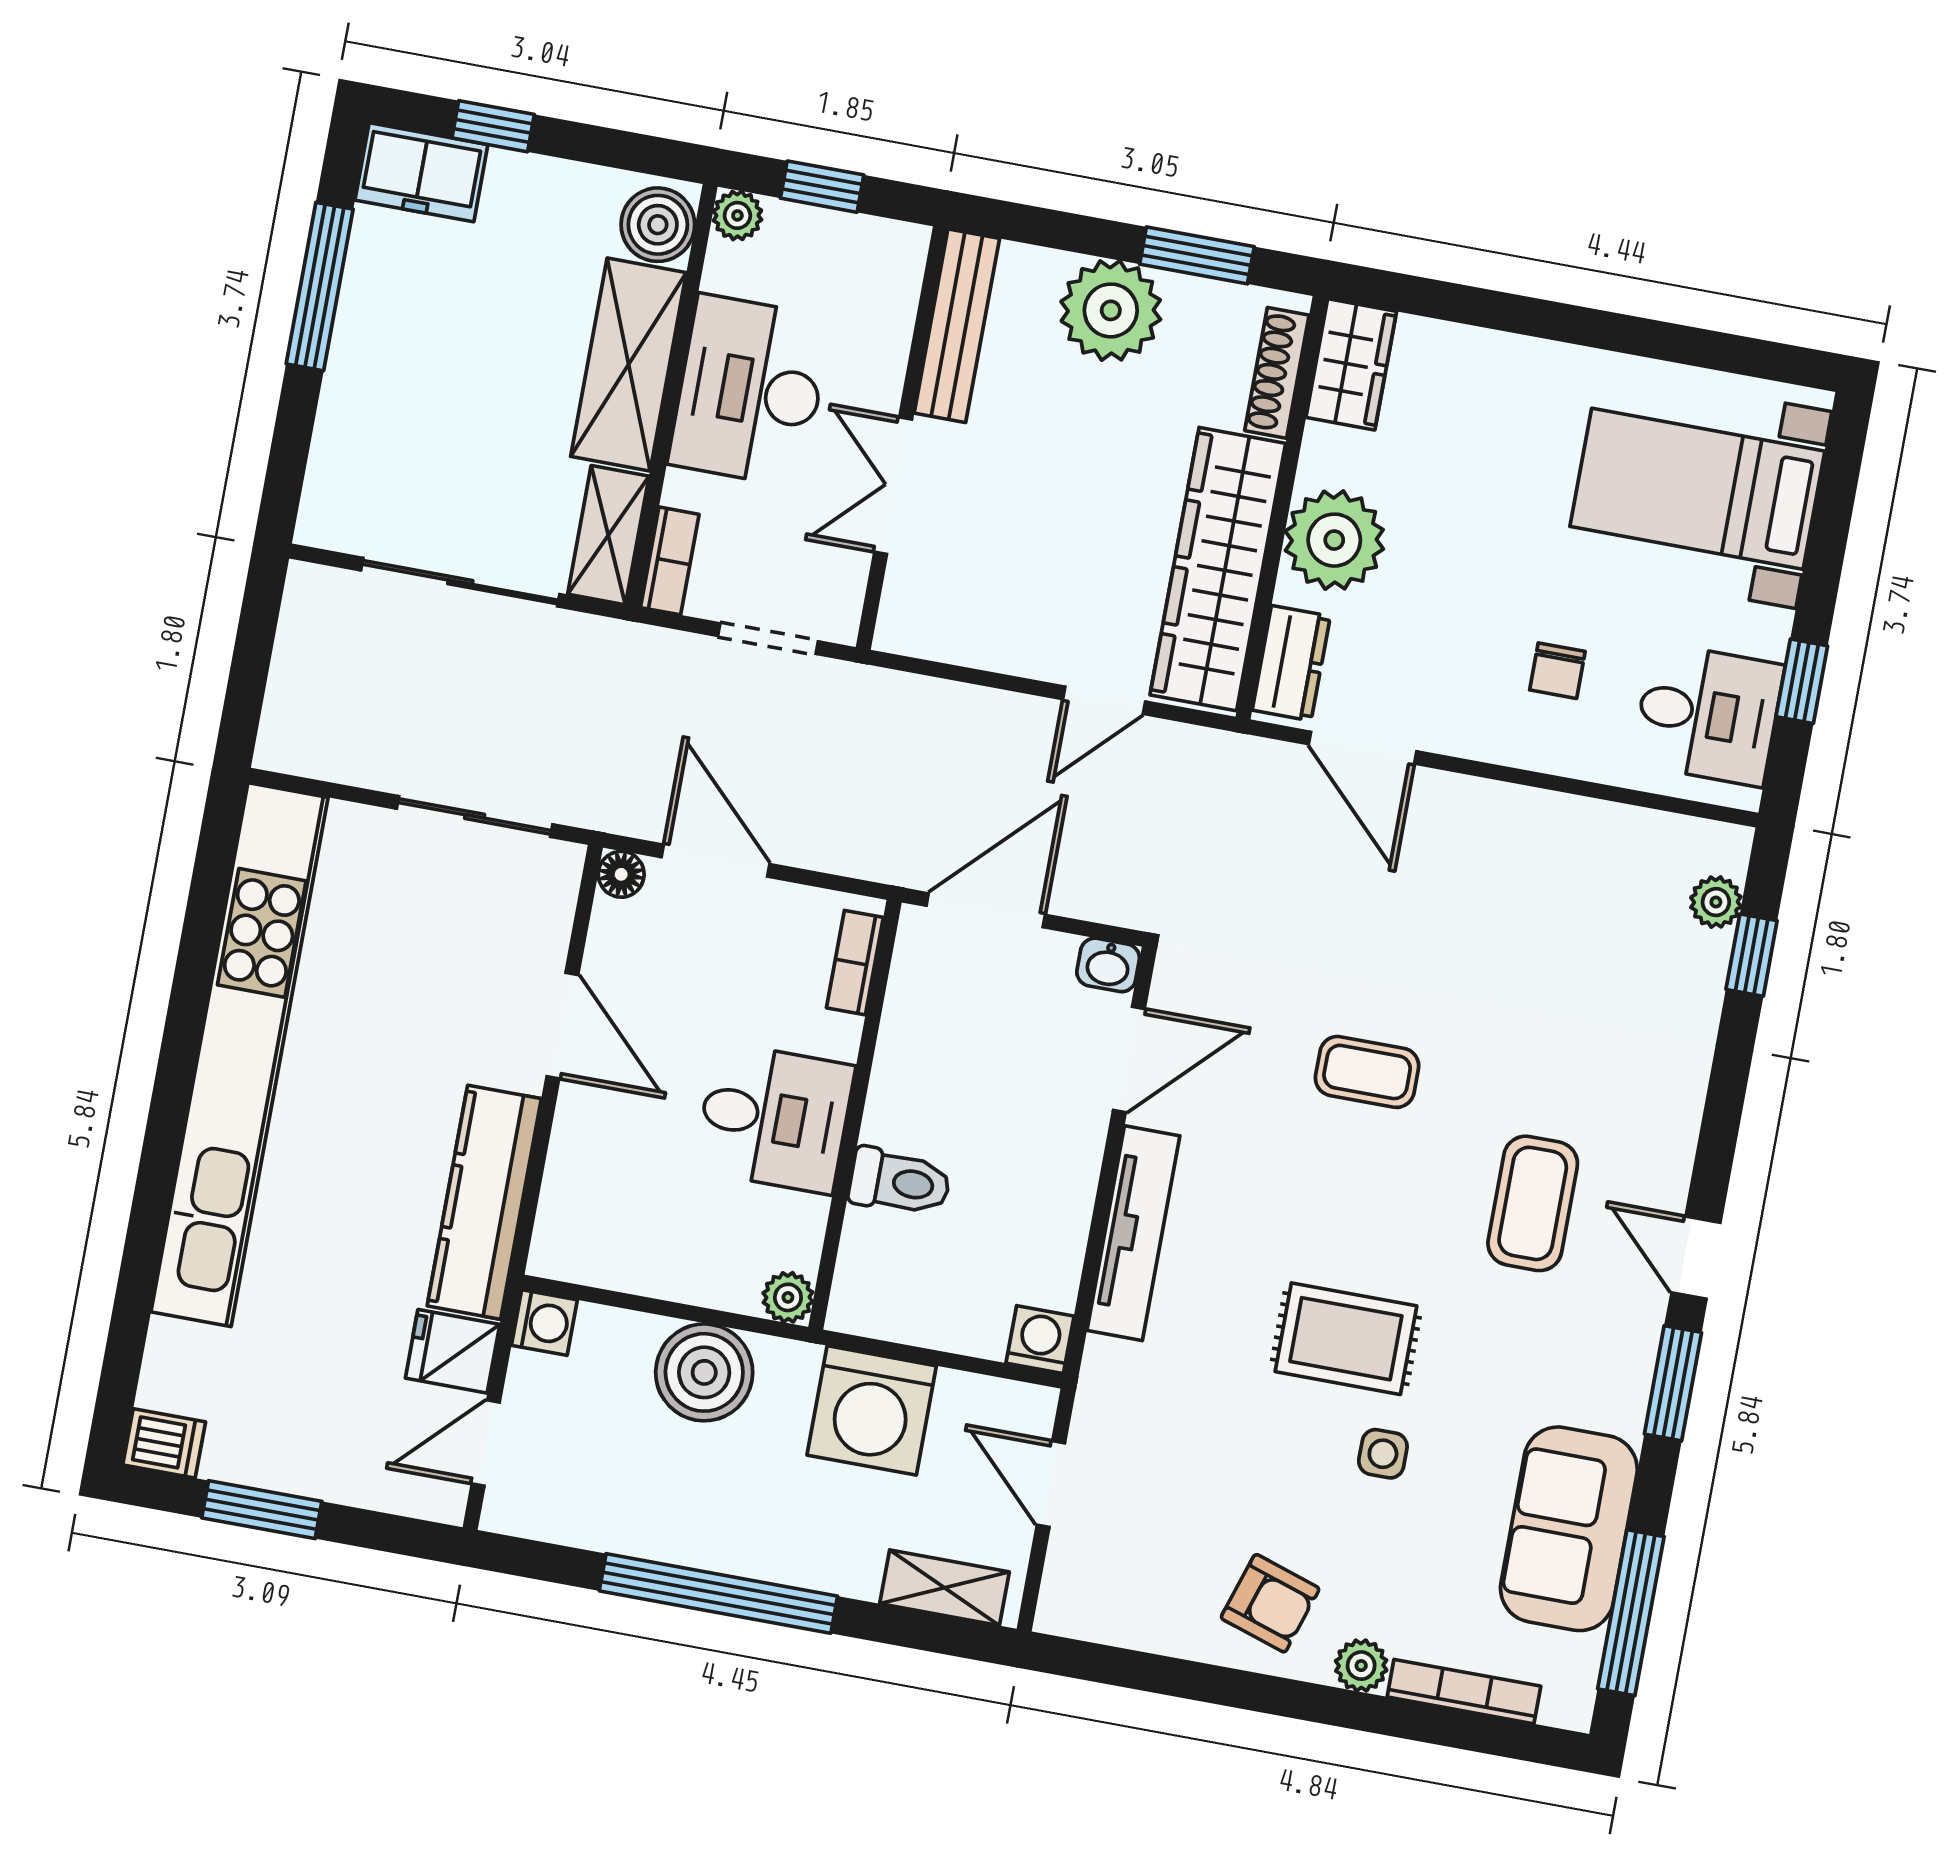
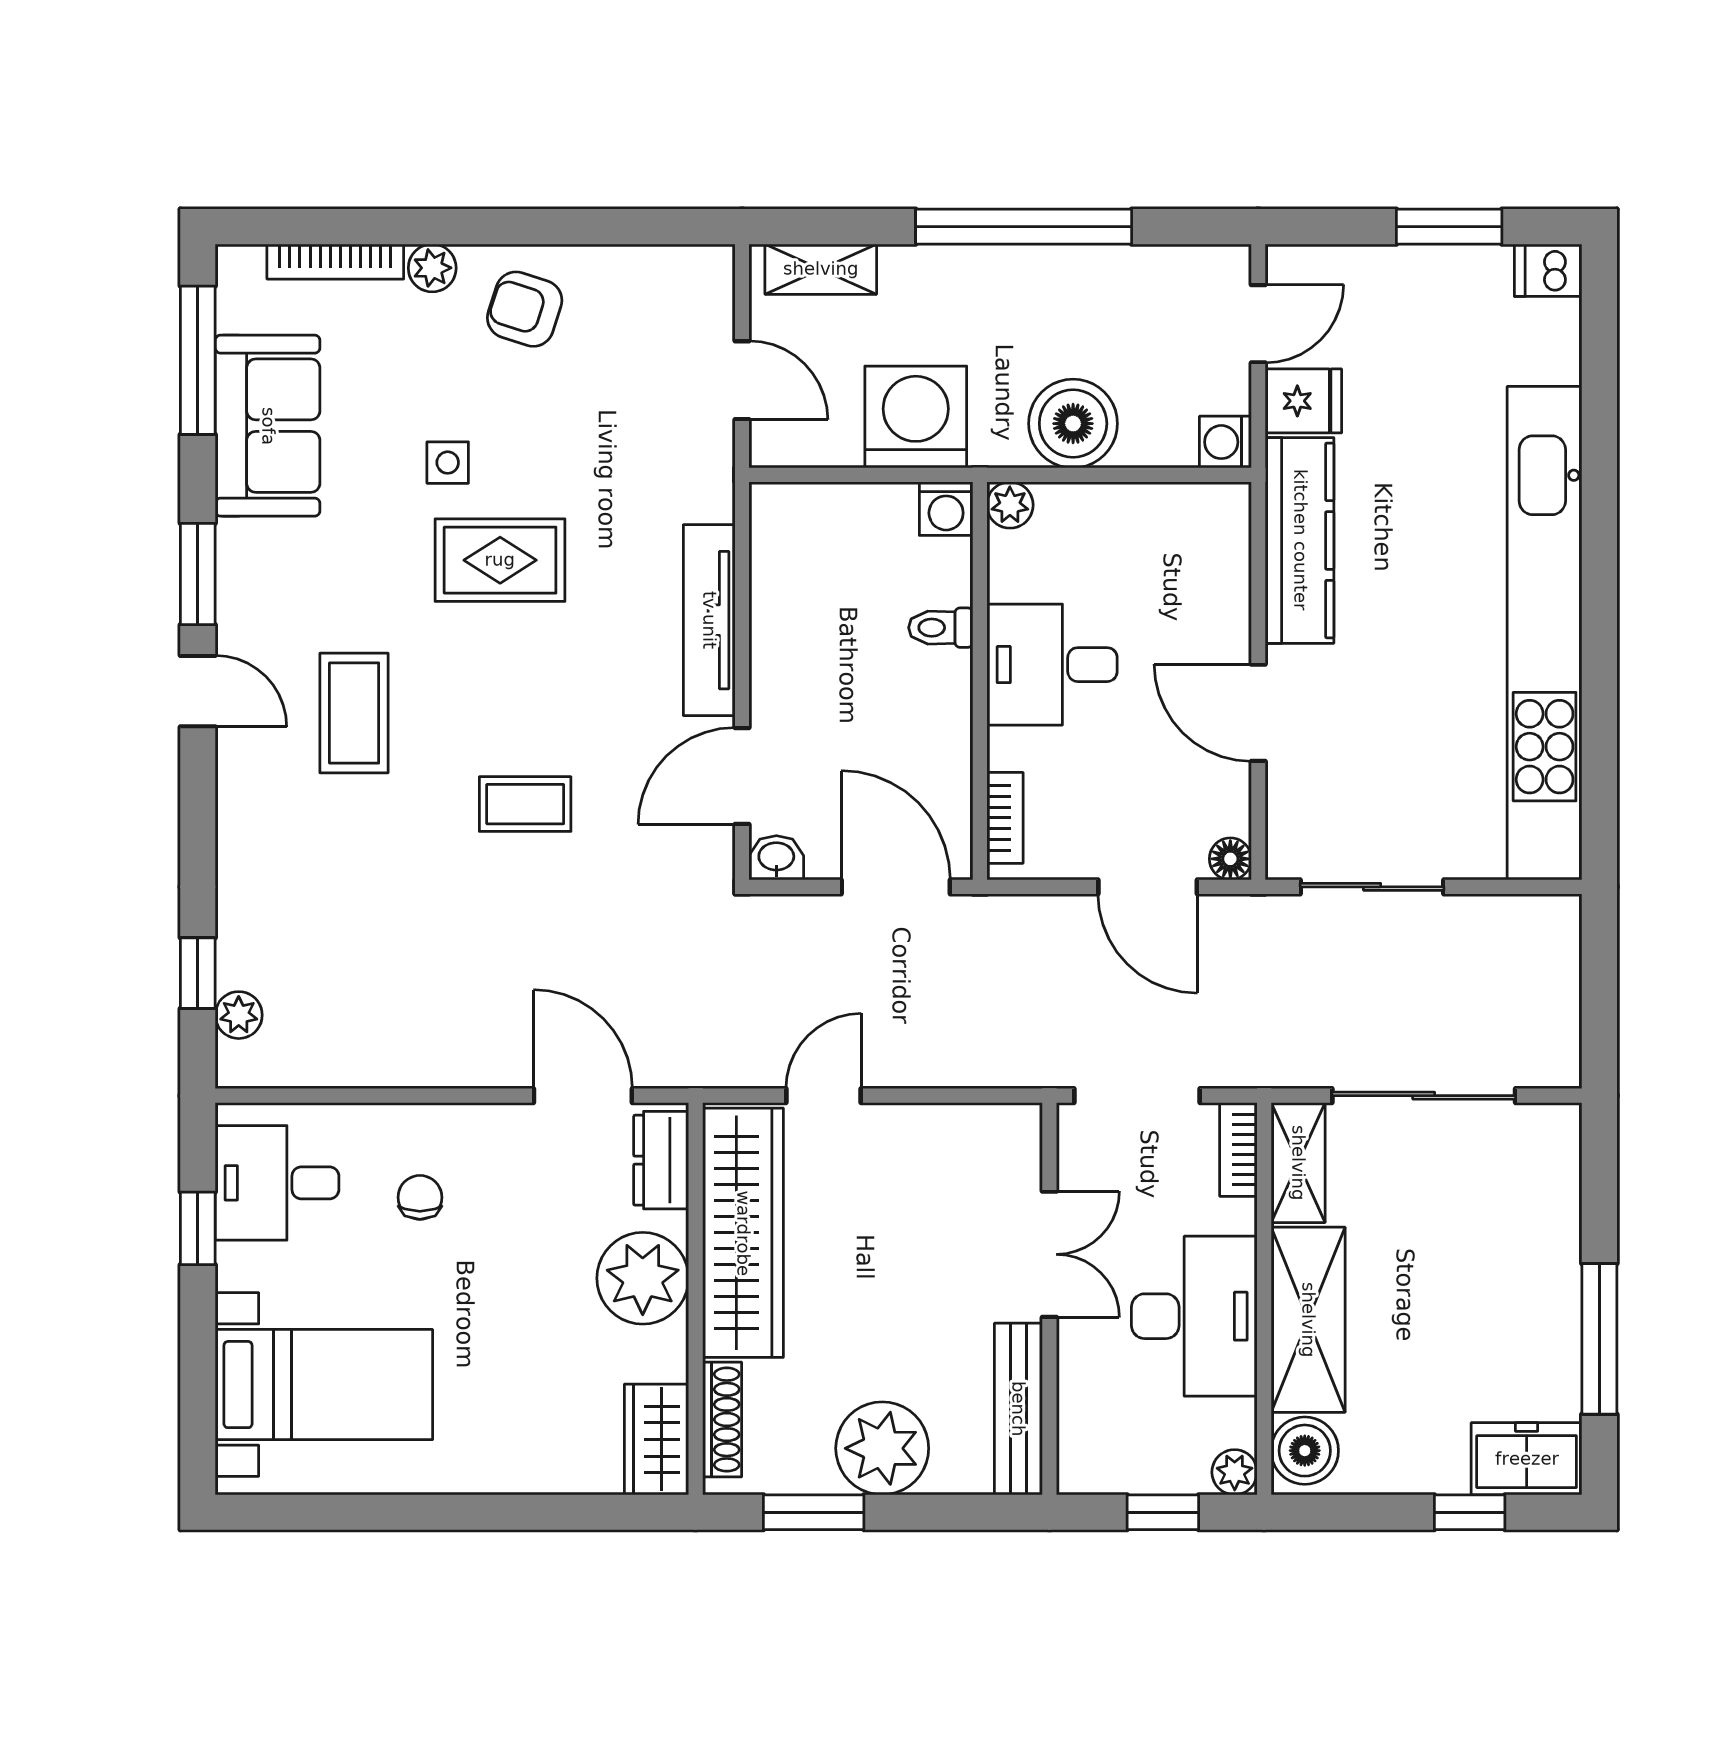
doorway: (768, 639) -> (1137, 1096), width x1.38
door: (986, 910) -> (896, 887), swing flipped
toilet: (900, 1182) -> (941, 628), width x0.73, depth x0.72
washing machine: (1040, 1340) -> (946, 509), moved

